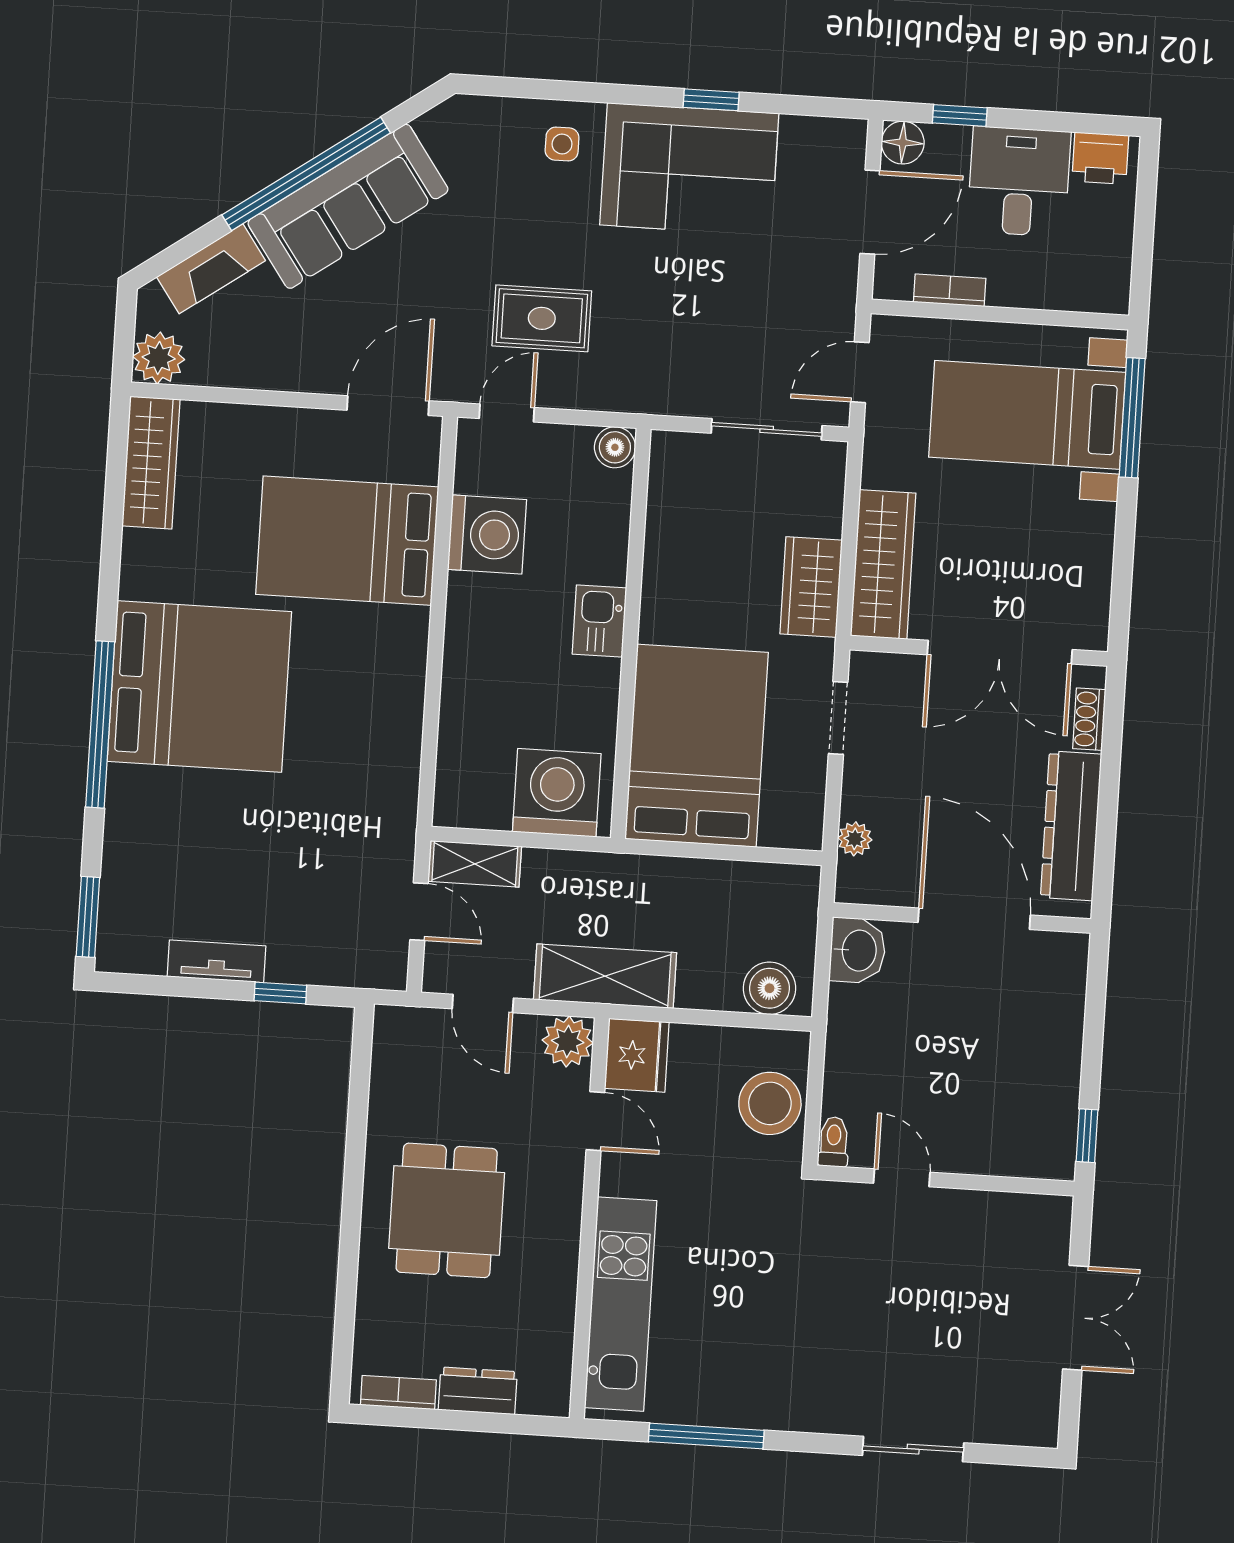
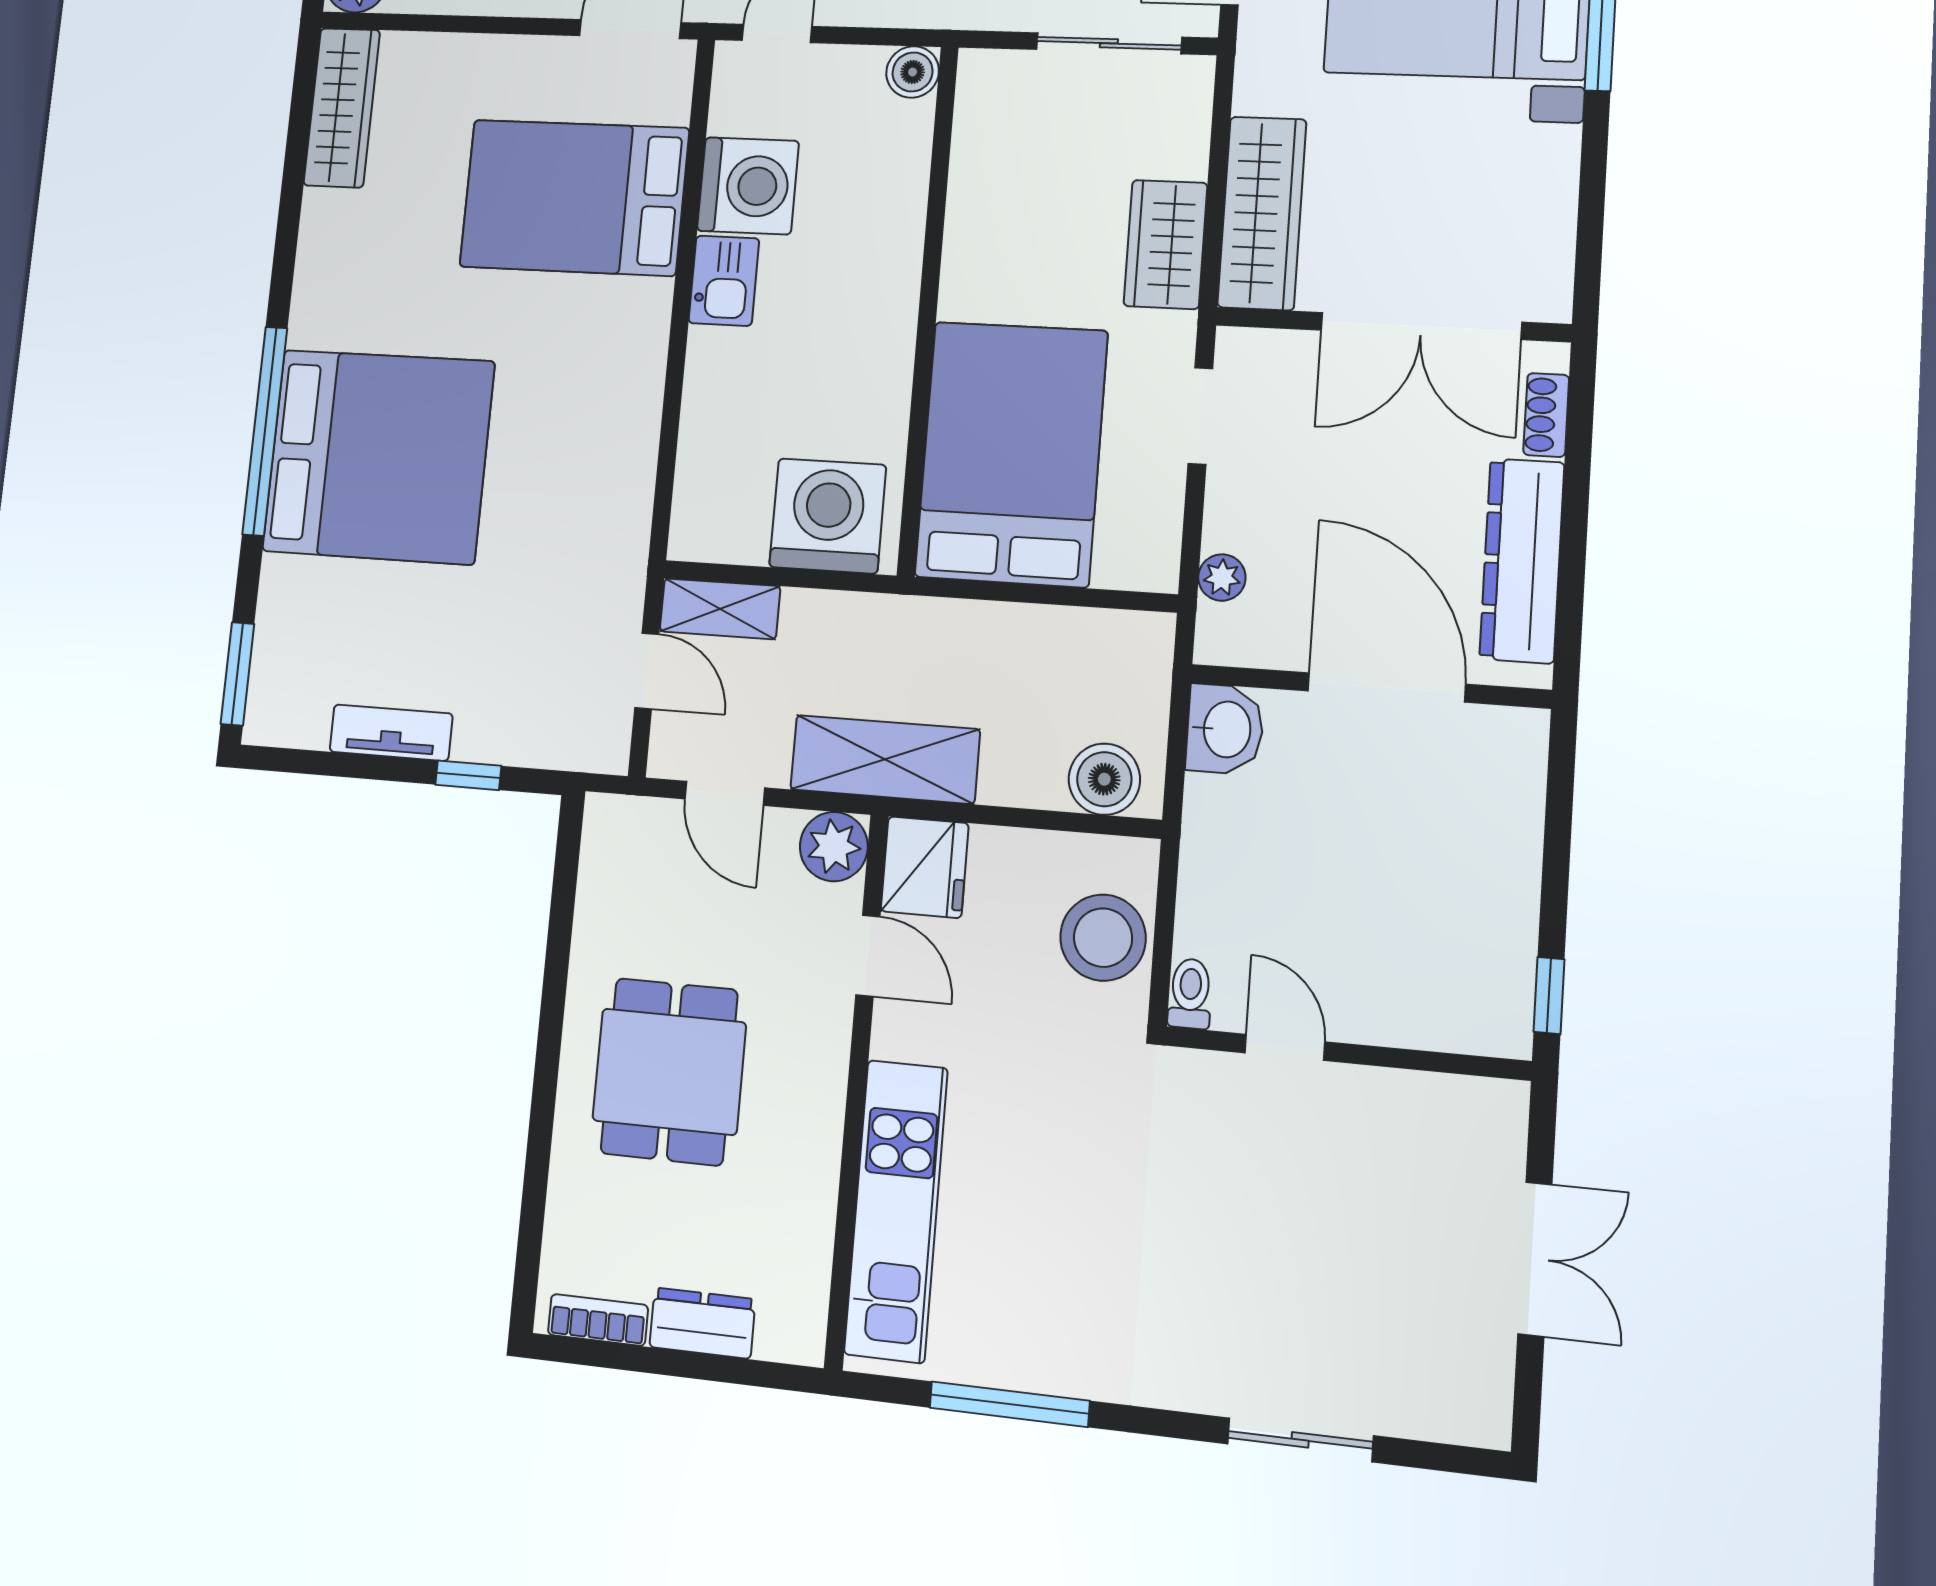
kitchen sink: (599, 621) -> (724, 281), moved, turned 180
bed: (199, 687) -> (378, 456), moved

